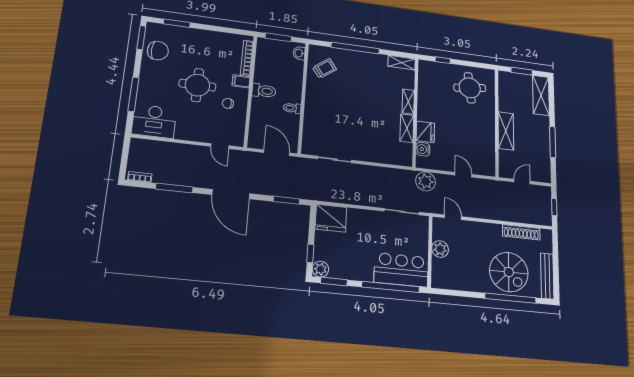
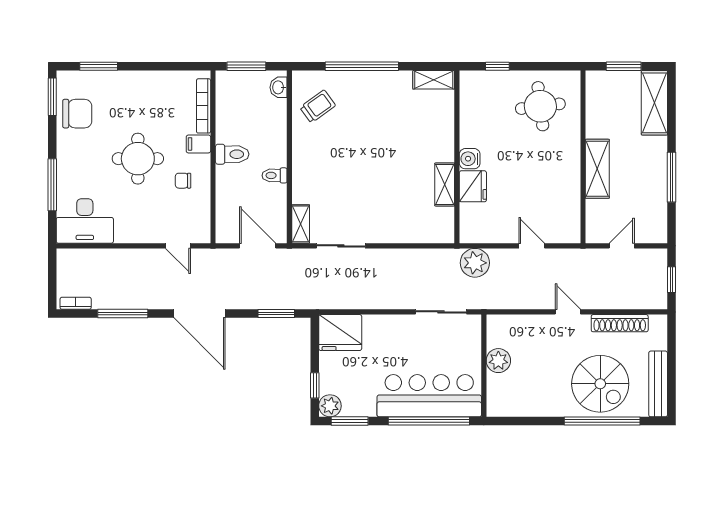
shelving: (408, 102) -> (301, 224), moved
water cooler: (423, 149) -> (470, 159), moved
door: (453, 217) -> (568, 312), moved
bar counter: (401, 270) -> (429, 396), width x1.36

